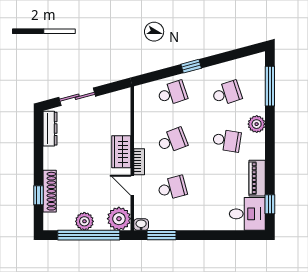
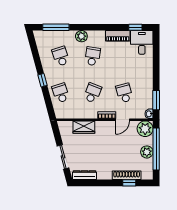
school desk: (172, 141) -> (93, 93), turned 42
wardrobe: (121, 152) -> (84, 127), moved

